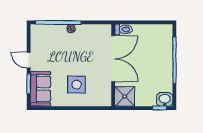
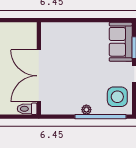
side table: (77, 85) -> (117, 97), moved
shower: (125, 96) -> (26, 33), removed

